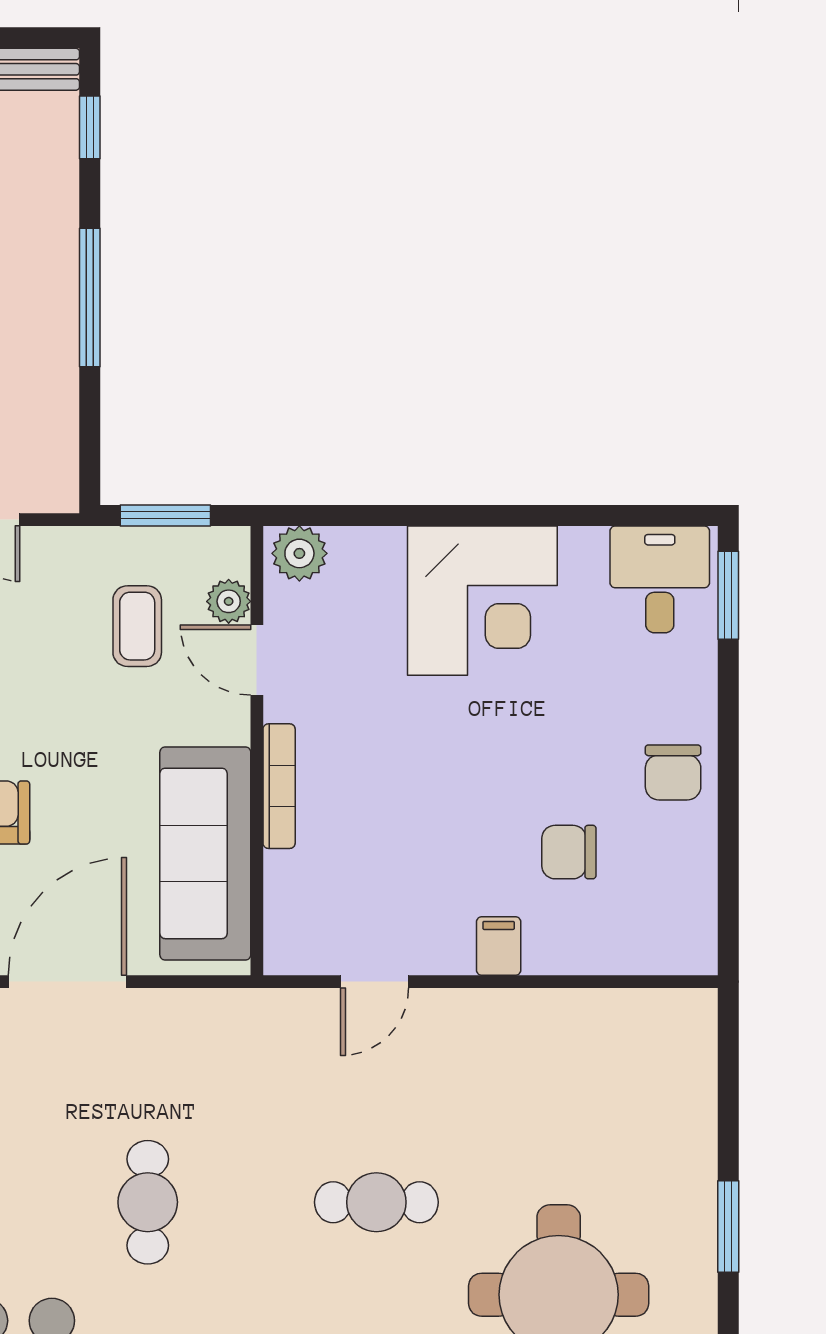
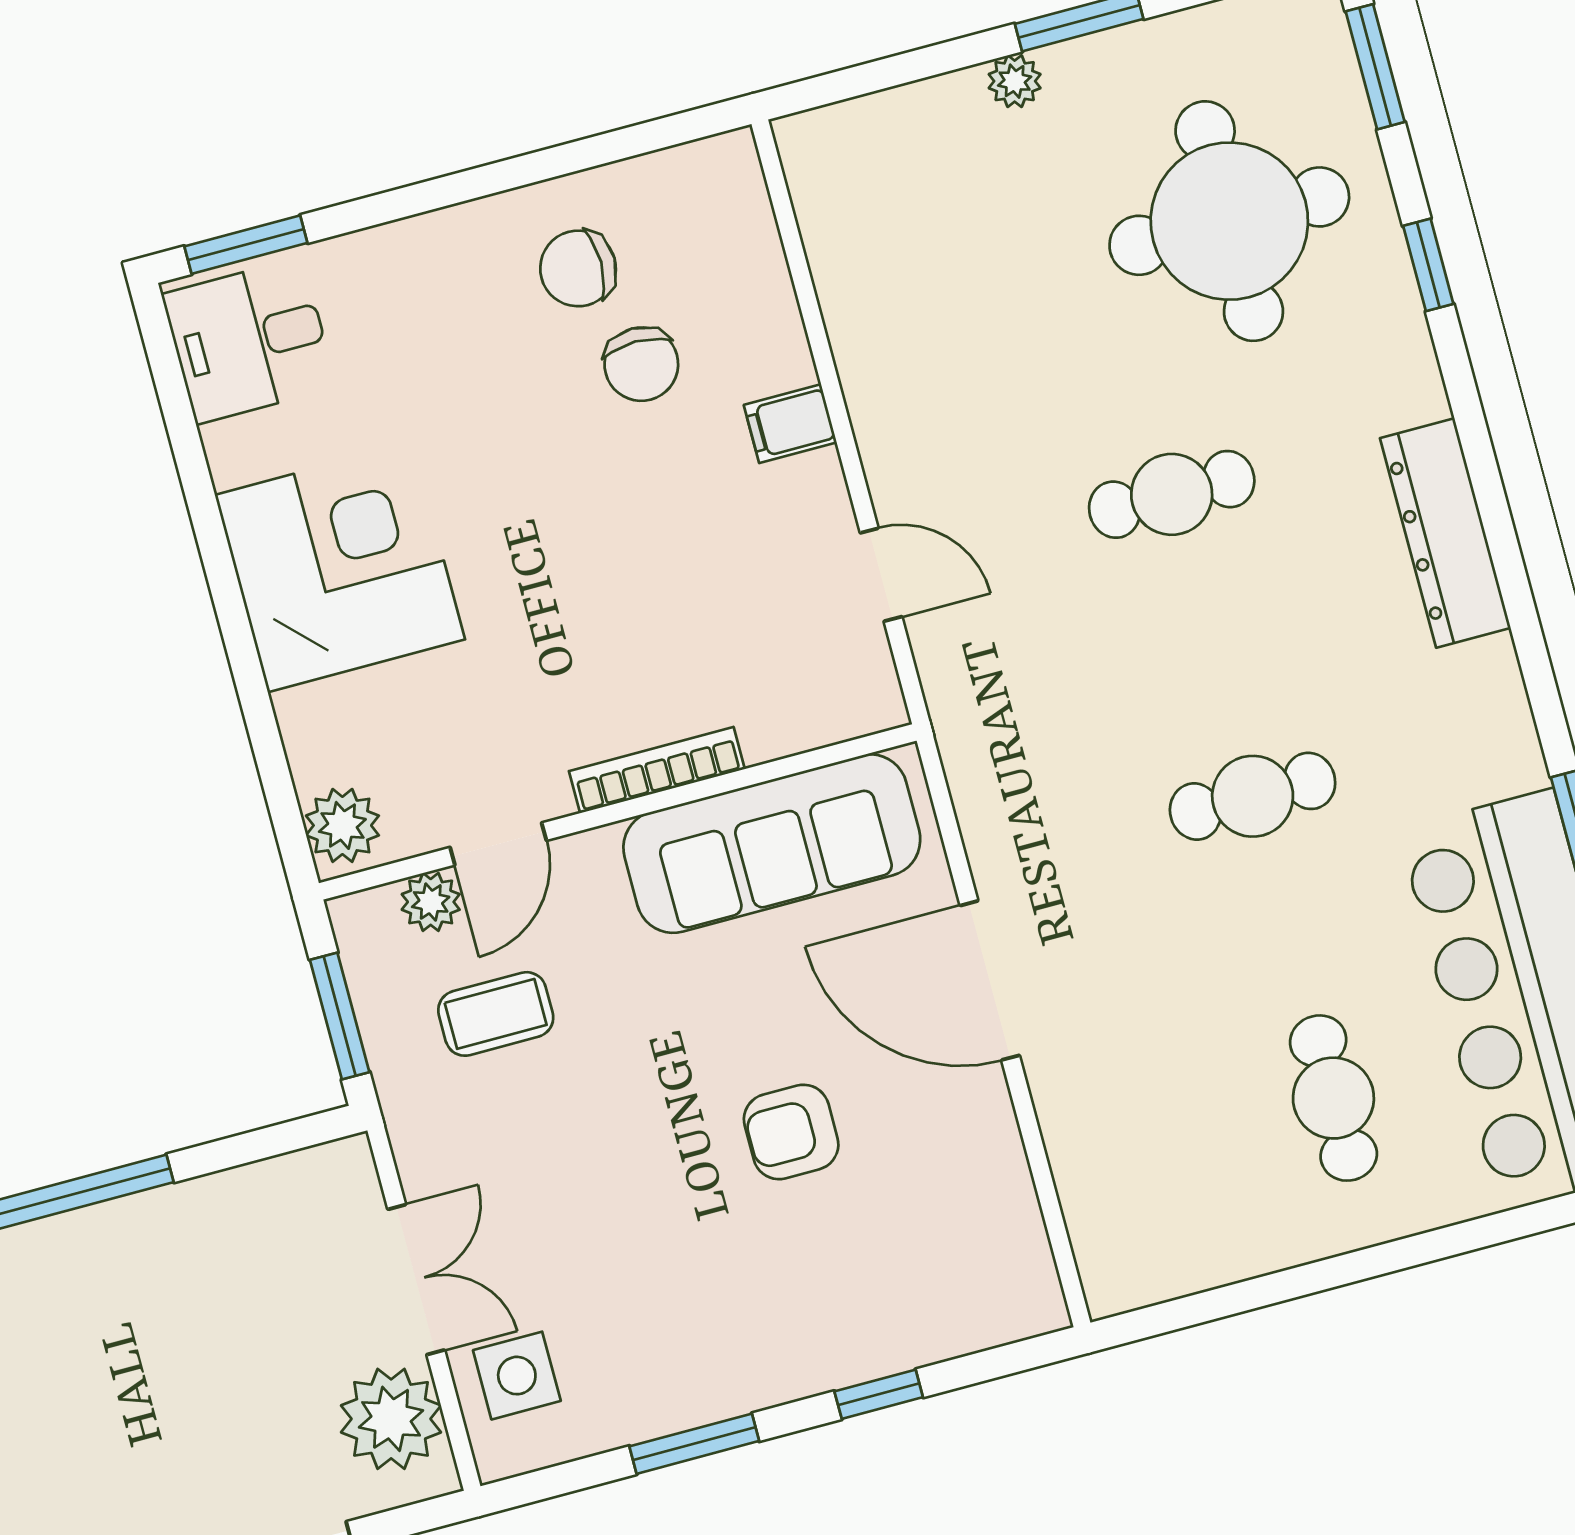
chair: (673, 772) -> (578, 268), moved, turned 180
plant: (698, 1169) -> (1015, 81), added
cafe table: (376, 1202) -> (1172, 494), turned 90

